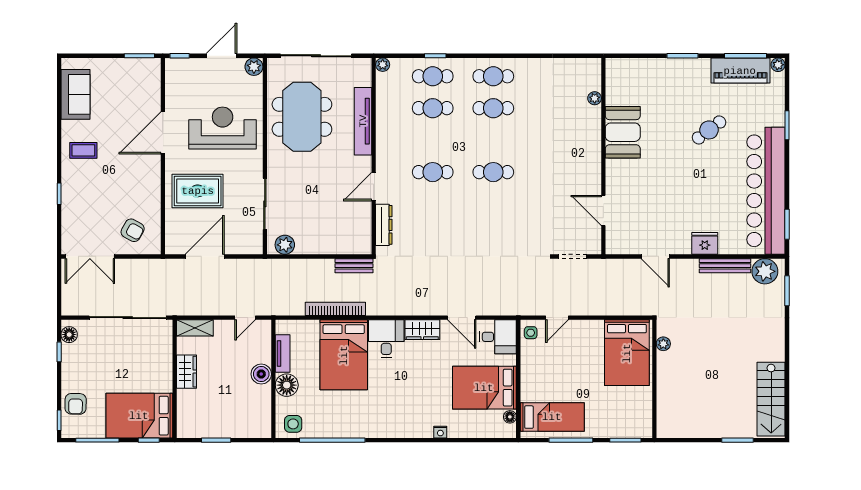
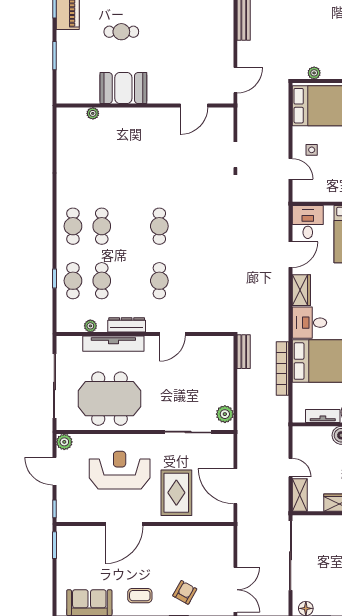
plant: (383, 65) -> (90, 326), moved
plant: (595, 98) -> (93, 113), moved
reception desk: (223, 128) -> (120, 470), turned 90
cafe table: (709, 130) -> (121, 32), turned -53
booth: (623, 132) -> (123, 88), moved
door: (163, 133) -> (124, 524), hinge flipped
coffee table: (83, 150) -> (140, 596), turned 90
wall: (603, 156) -> (145, 106), moved
door: (374, 187) -> (172, 334), hinge flipped
door: (603, 211) -> (194, 106), moved
dresser: (384, 225) -> (127, 325), moved
armchair: (133, 230) -> (185, 592), moved
fridge: (705, 243) -> (224, 36), removed
door: (245, 318) -> (291, 468), moved
side table: (531, 333) -> (312, 150), moved

